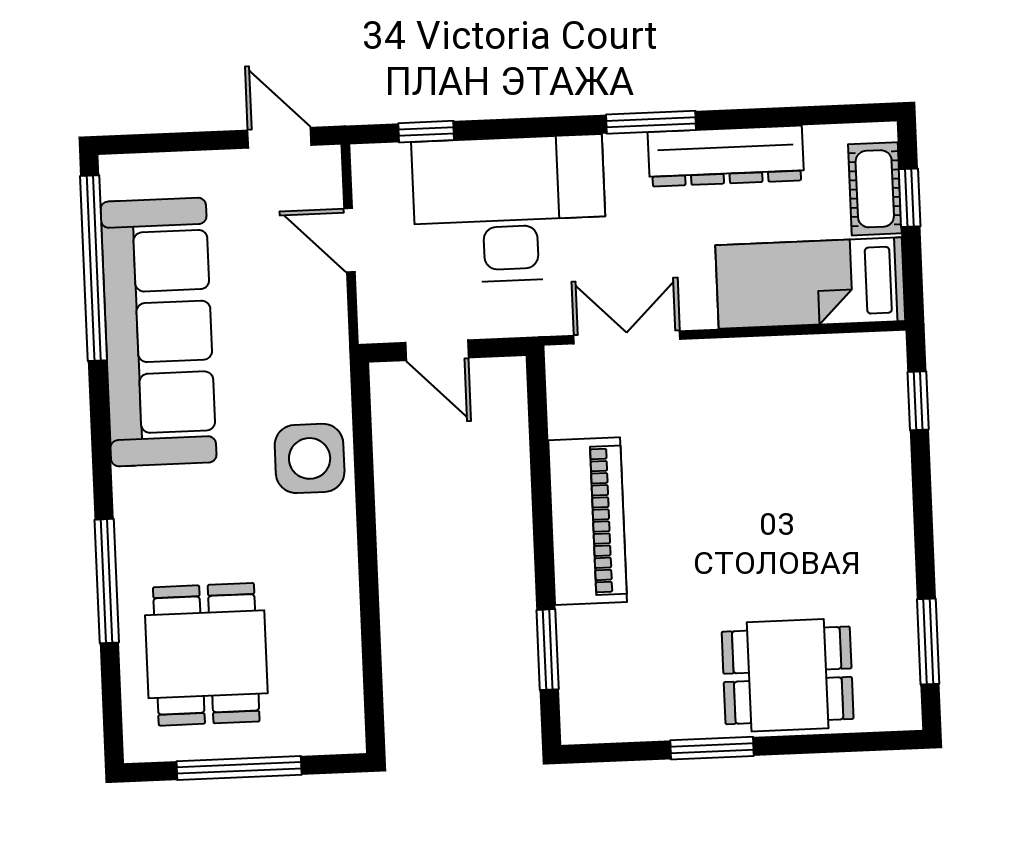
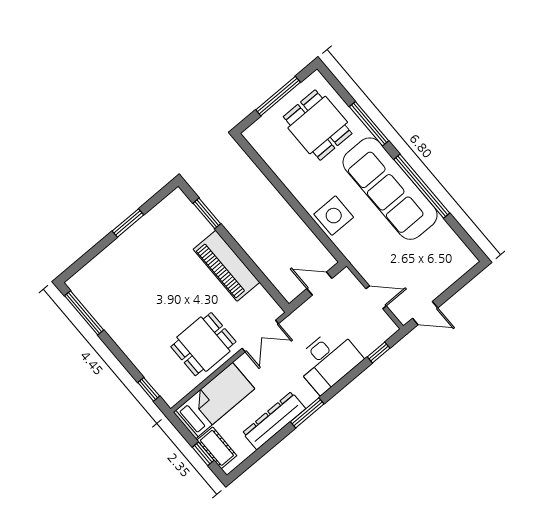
desk: (509, 209) -> (328, 360), width x0.73, depth x0.77
window: (94, 268) -> (422, 186), moved
sofa: (158, 332) -> (390, 189), moved
window: (928, 641) -> (84, 313), width x1.44
dining table: (788, 675) -> (203, 344), moved

